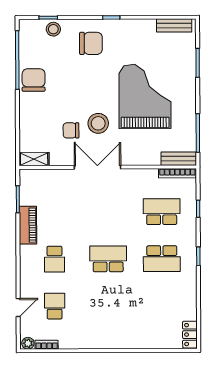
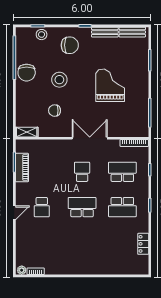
chair: (34, 80) -> (27, 73), turned 180
grand piano: (145, 96) -> (110, 85), width x0.73, depth x0.68
stool: (98, 123) -> (59, 80), moved
bench: (179, 159) -> (105, 32), moved
double door: (97, 167) -> (90, 138), moved
piano: (28, 225) -> (22, 168), moved
school desk: (55, 306) -> (82, 172), moved
door: (18, 308) -> (14, 213), moved
locker: (190, 335) -> (143, 244), moved

